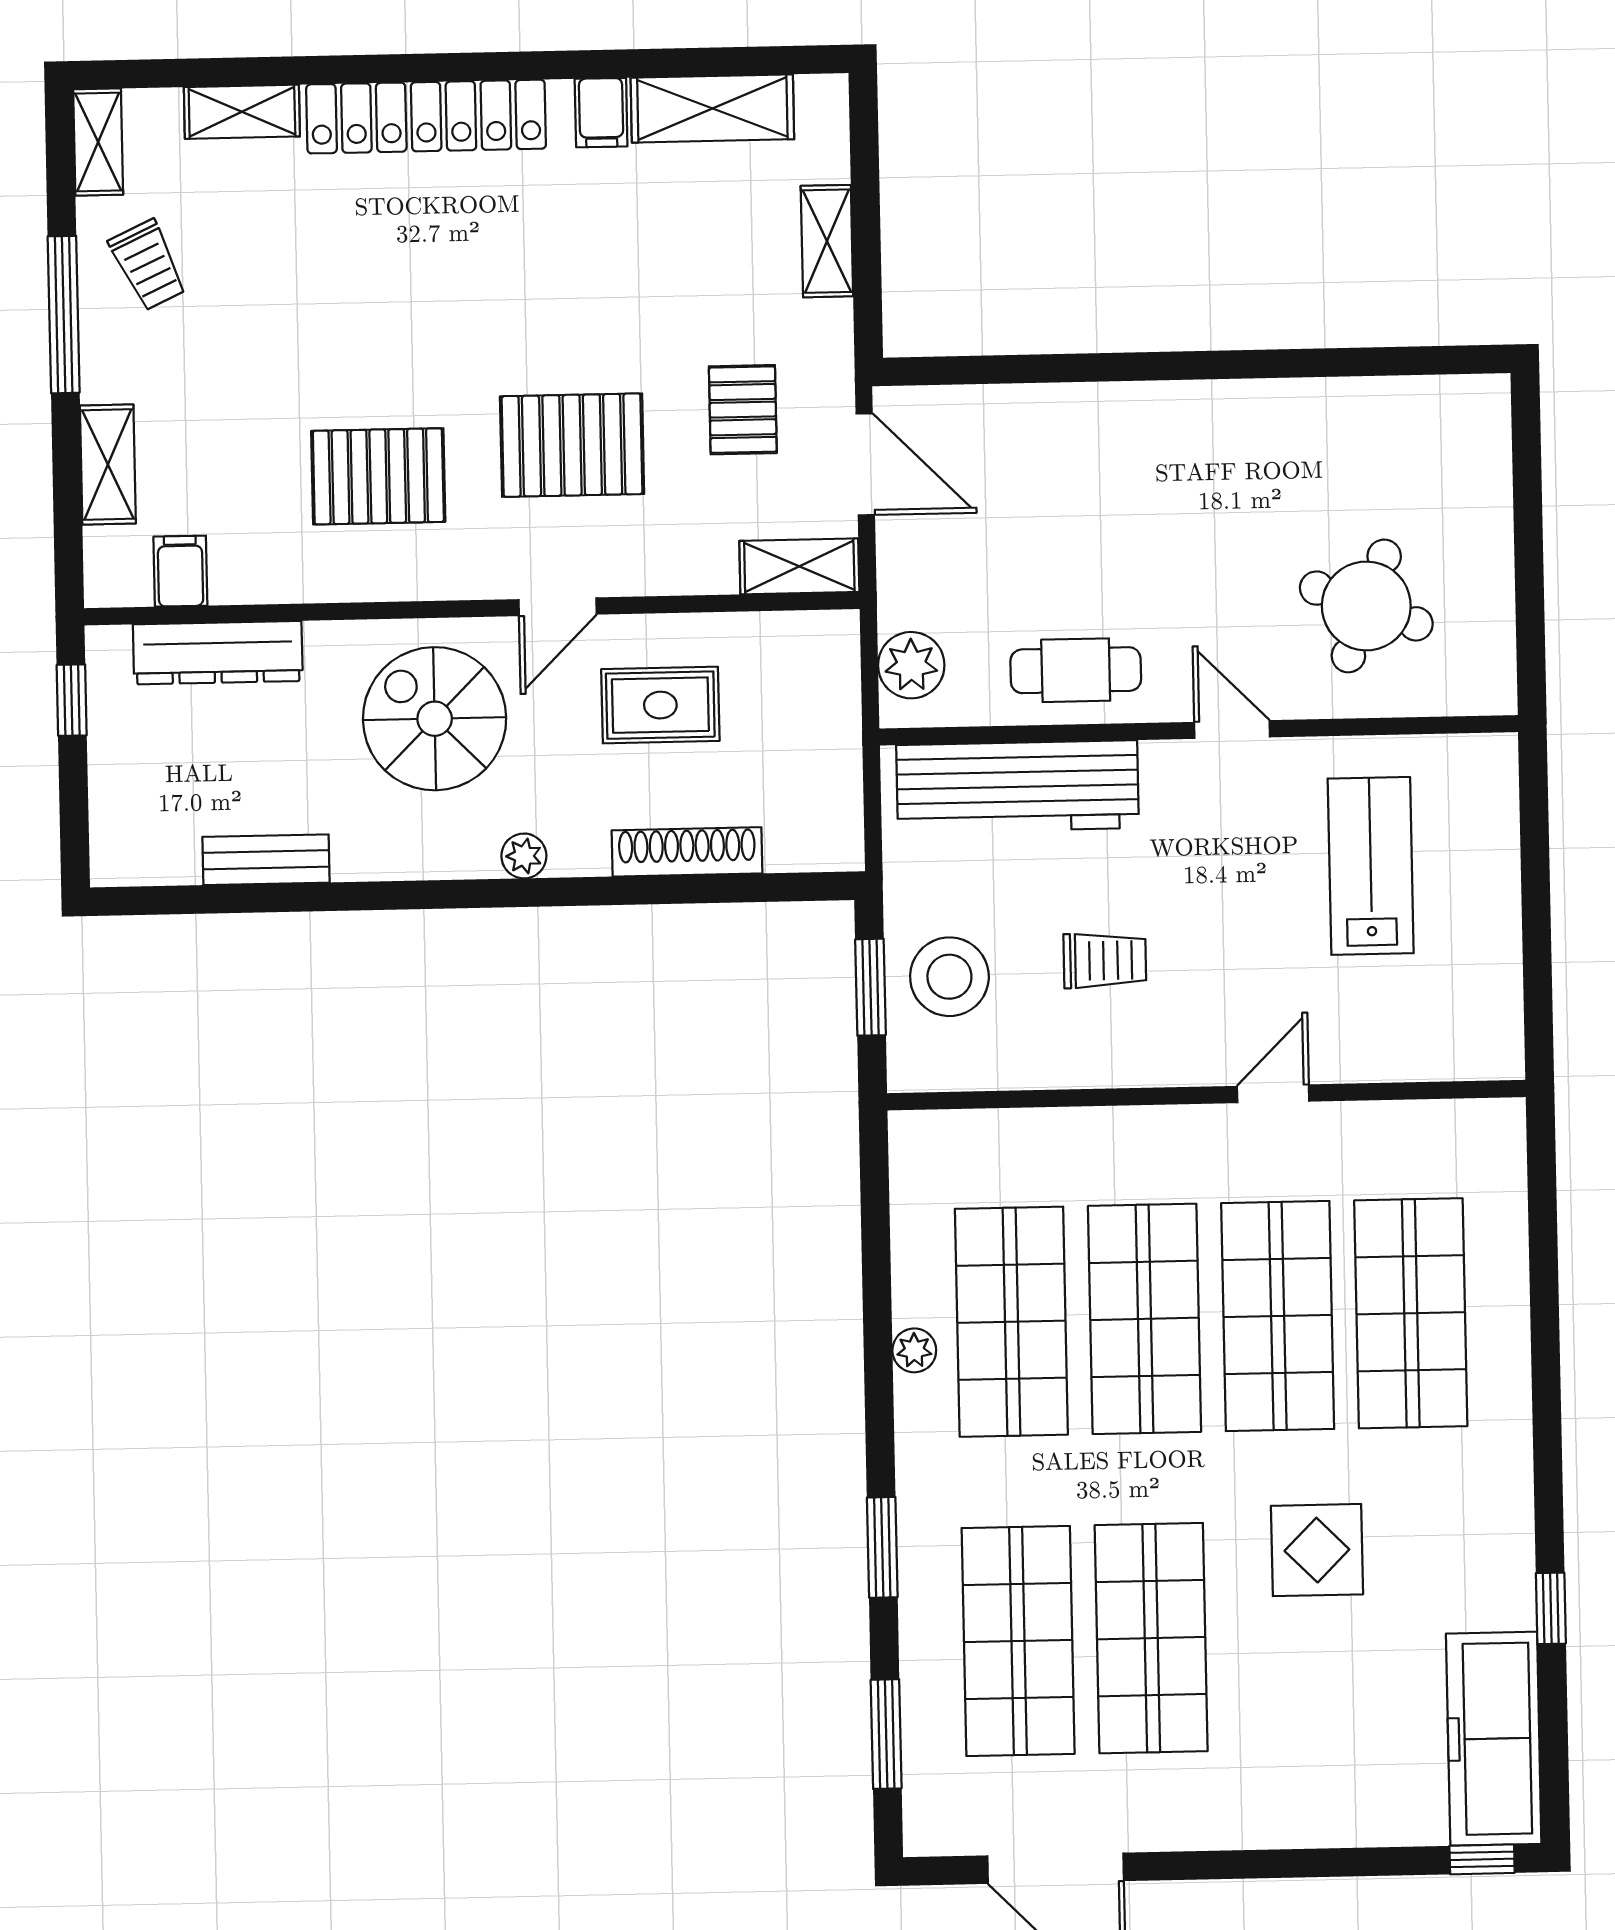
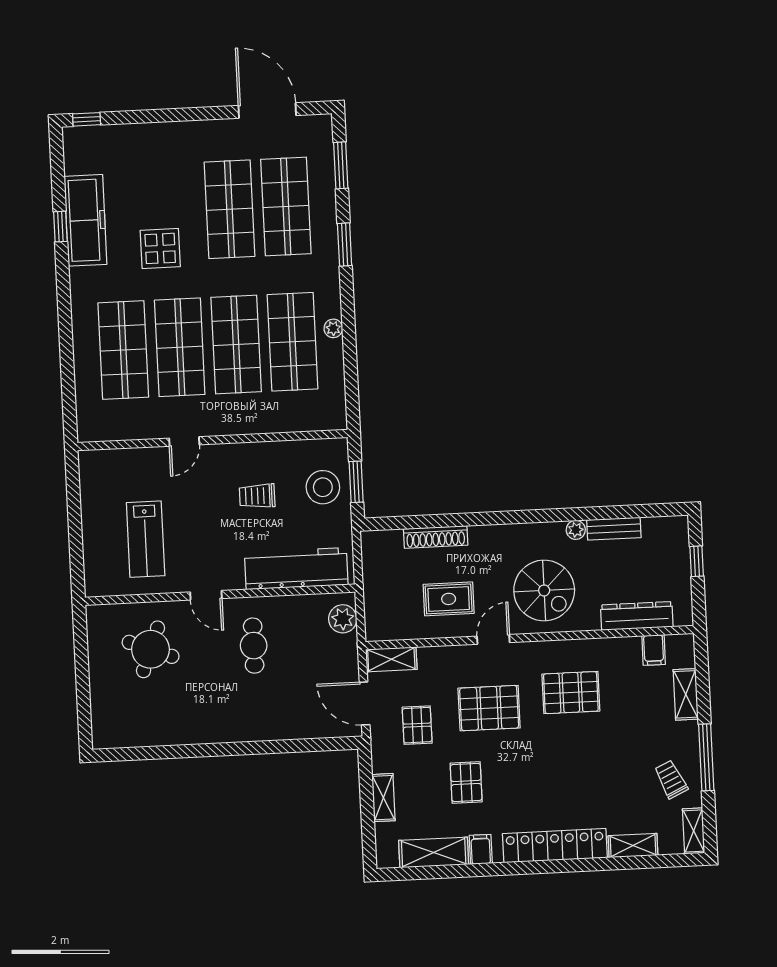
pallet: (631, 271) -> (466, 783), added
cafe table: (1076, 670) -> (254, 646), moved, turned 90
window: (72, 700) -> (697, 561), moved
plant: (524, 856) -> (576, 530), moved
freezer: (1494, 1739) -> (85, 220), moved

